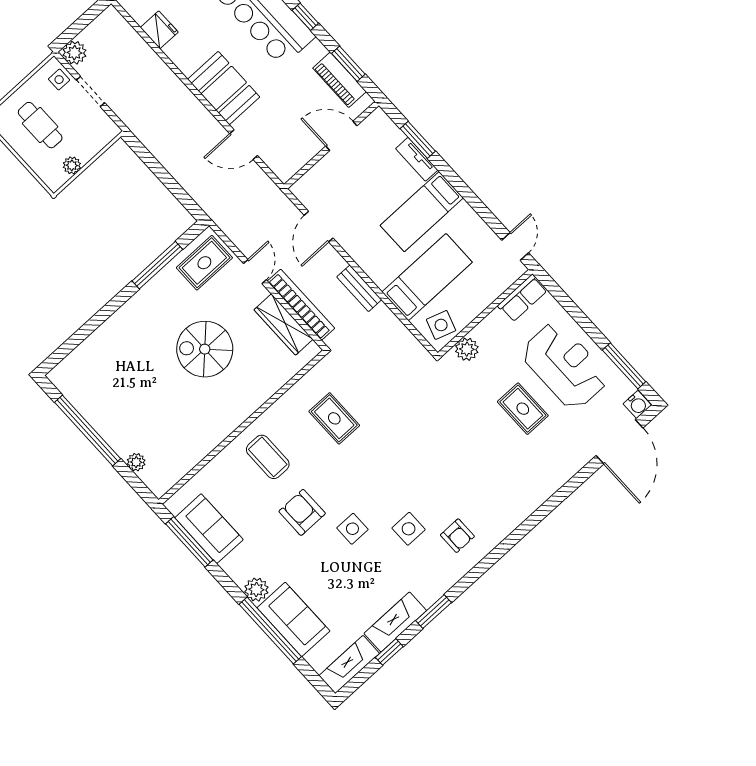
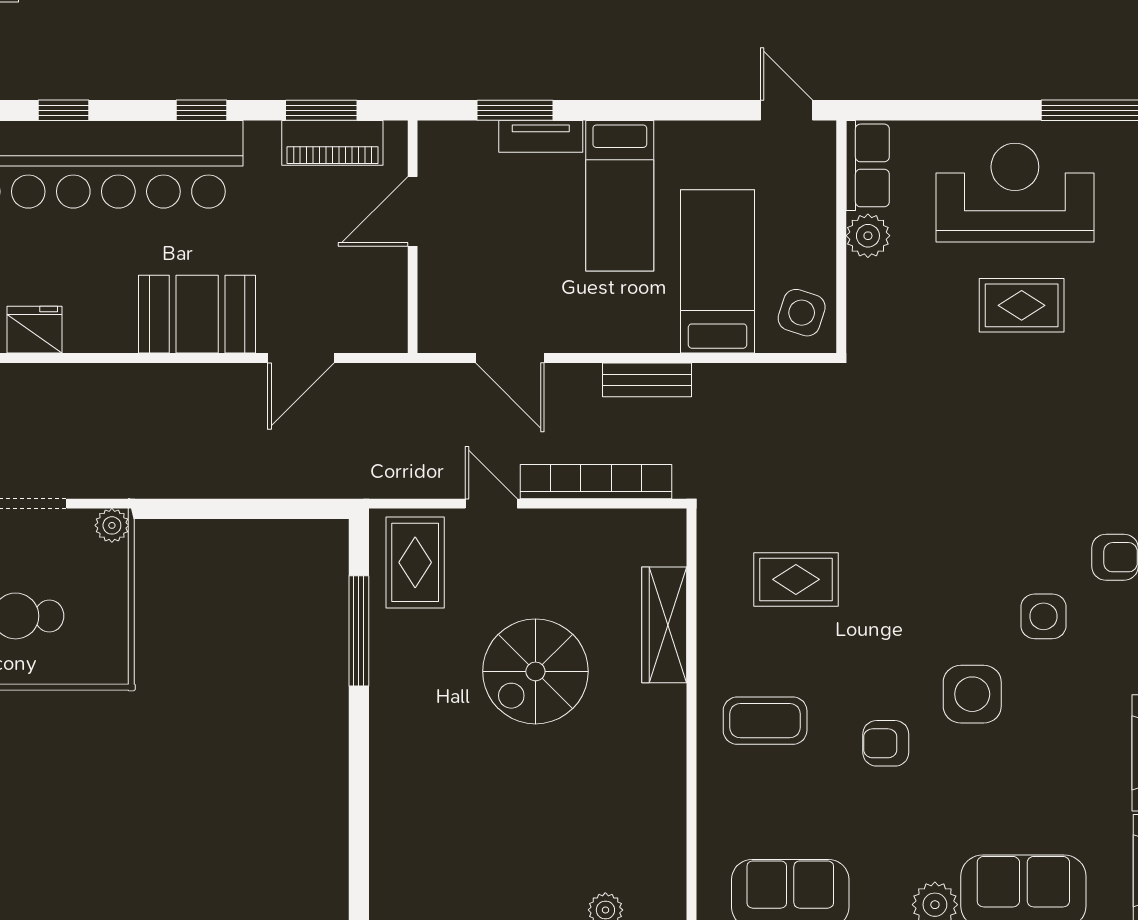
plant: (72, 165) -> (112, 525), moved
wardrobe: (284, 324) -> (664, 625), moved, turned 90
plant: (467, 349) -> (868, 236), moved
armchair: (302, 512) -> (886, 743), width x0.72, depth x0.72
side table: (352, 529) -> (972, 694), width x1.37, depth x1.37

